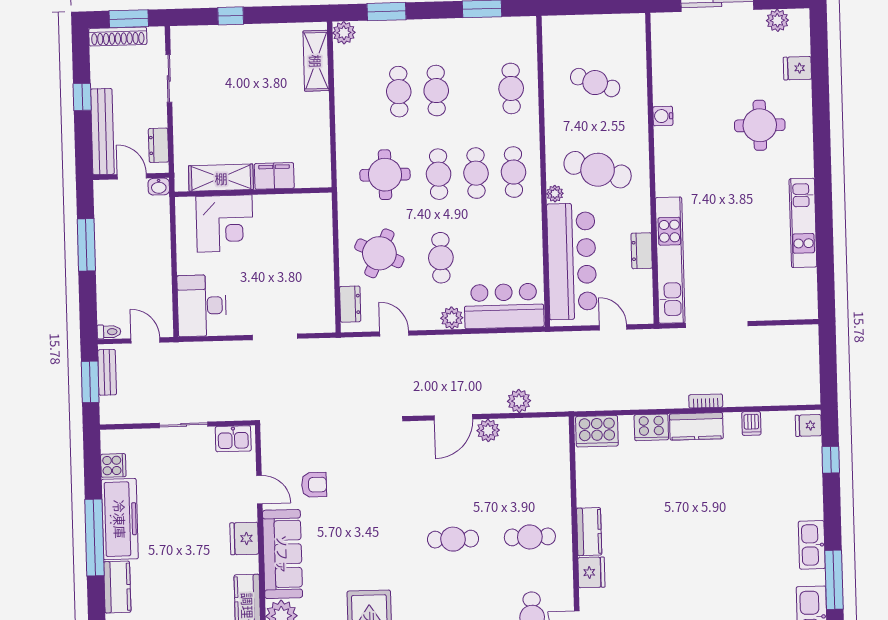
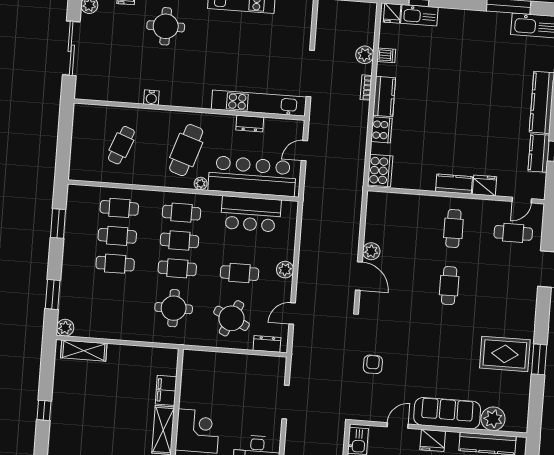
cafe table: (399, 92) -> (117, 236), moved
bar counter: (504, 306) -> (251, 214), moved, turned -90
plant: (519, 401) -> (365, 55), moved
armchair: (314, 485) -> (373, 364), moved
kitchen sink: (812, 545) -> (419, 15), moved

